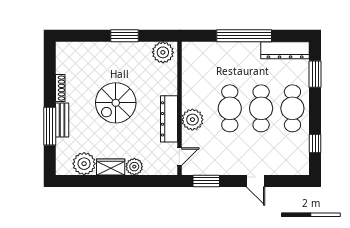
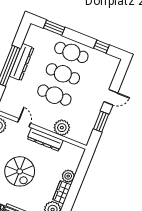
dresser: (285, 50) -> (22, 62), moved
plant: (192, 120) -> (62, 128), moved
door: (179, 157) -> (24, 123), moved
window: (206, 181) -> (101, 122), moved

